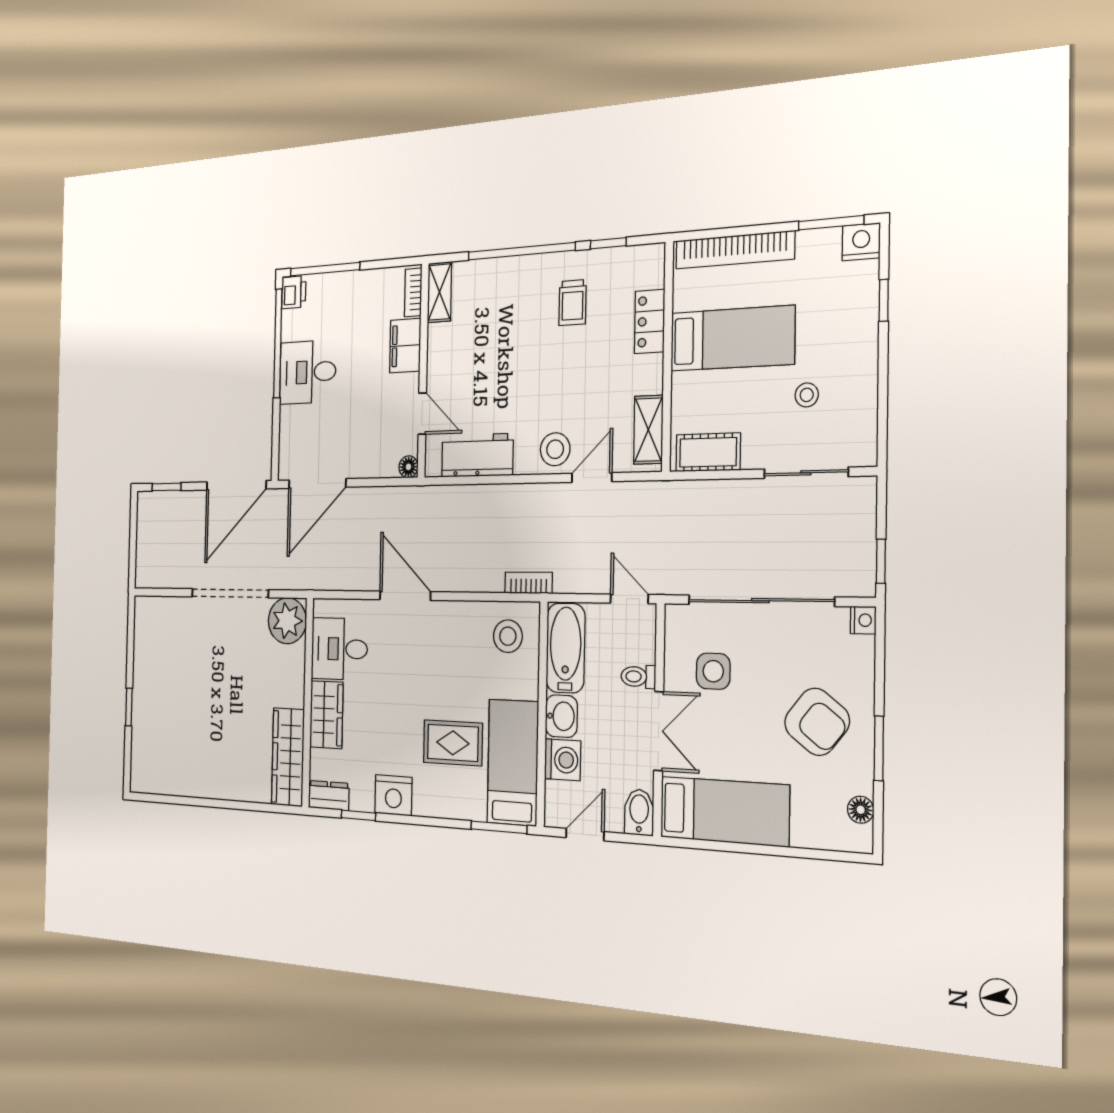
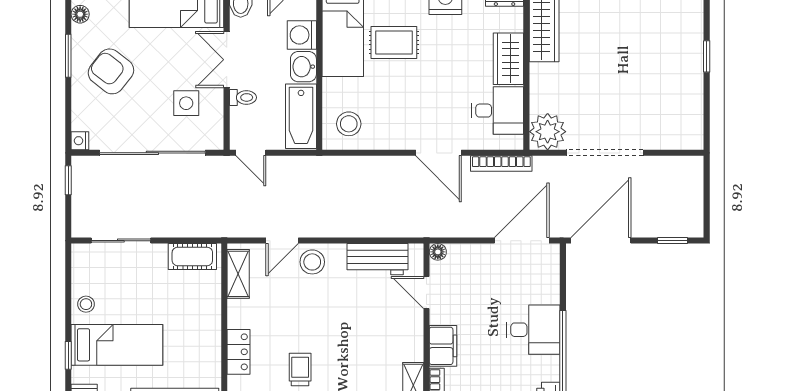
bed: (732, 338) -> (117, 345), moved, turned 180
stool: (807, 395) -> (86, 304), moved
bookcase: (529, 583) -> (501, 164), moved, width x1.56

